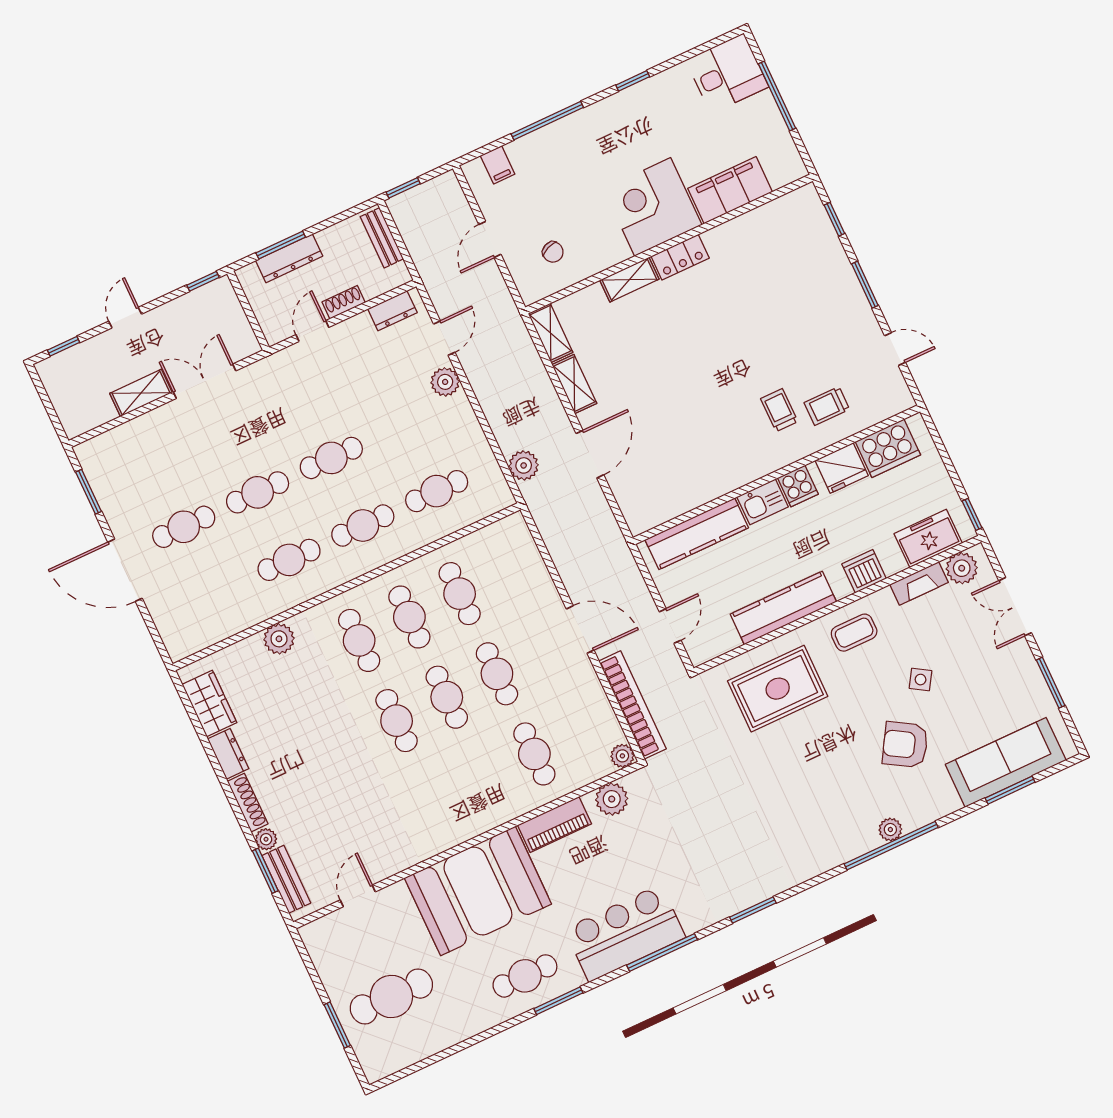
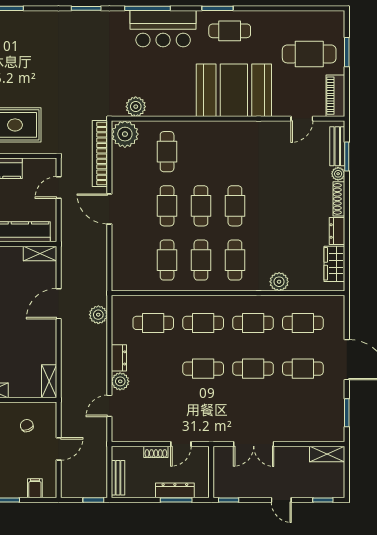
dresser: (392, 311) -> (119, 358), moved, turned 90
door: (125, 318) -> (281, 500), hinge flipped
shelving: (574, 384) -> (40, 254), moved, turned 90
shelving: (141, 393) -> (327, 454), moved
cafe table: (215, 594) -> (303, 323), added
plant: (622, 756) -> (125, 134), width x1.88, depth x1.88
piano: (555, 825) -> (335, 96), moved, turned -90

